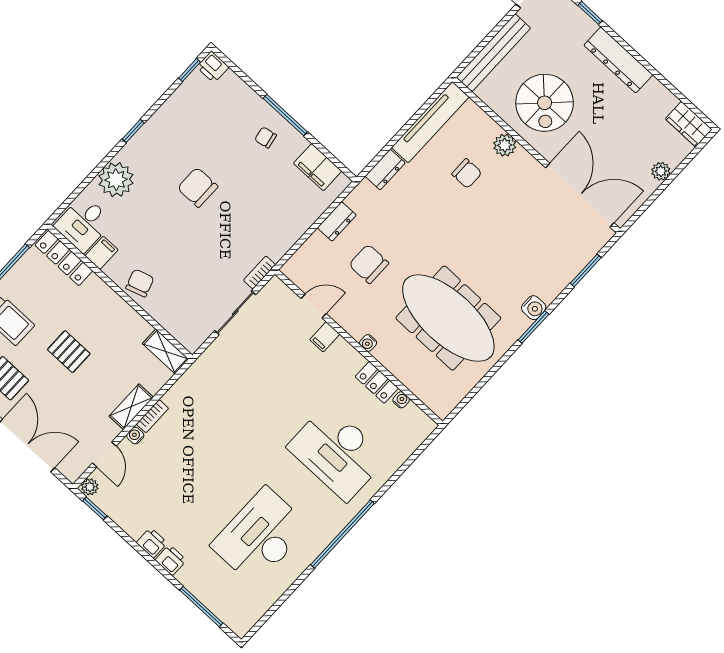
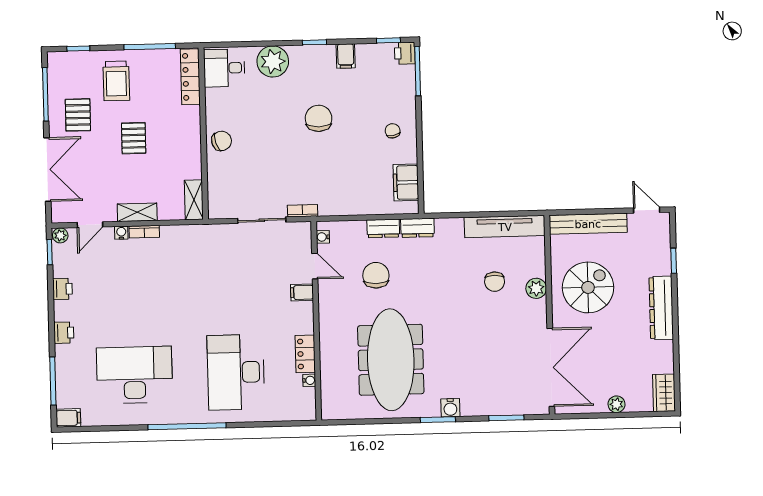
spiral stairs: (545, 103) -> (588, 287), turned 180
window: (285, 115) -> (418, 71), moved
dresser: (385, 170) -> (417, 228), moved
filing cabinet: (102, 253) -> (346, 56), moved, turned 90
water cooler: (368, 343) -> (323, 237), moved
printer: (152, 543) -> (62, 289), moved
filing cabinet: (243, 623) -> (68, 418), added

